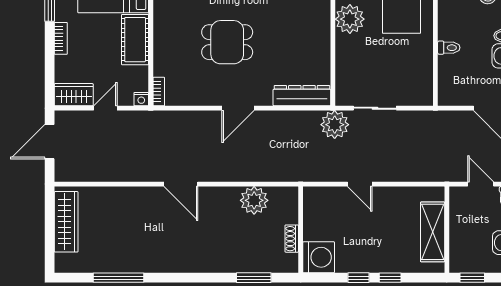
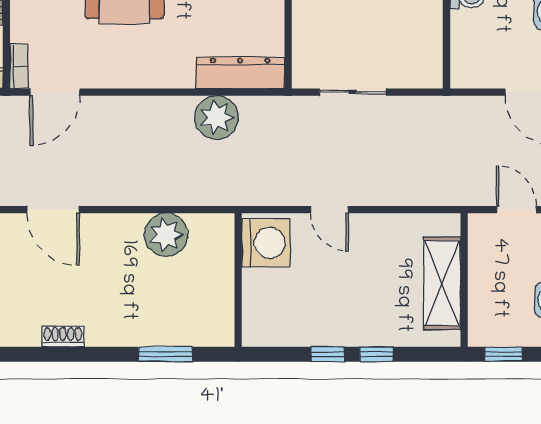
door: (238, 108) -> (55, 92), moved
plant: (335, 125) -> (217, 118), moved
shoe rack: (292, 239) -> (63, 337), moved, turned 90
washing machine: (319, 257) -> (266, 243), moved

